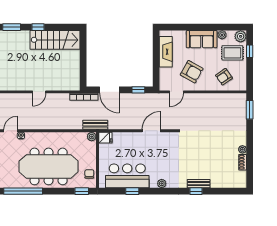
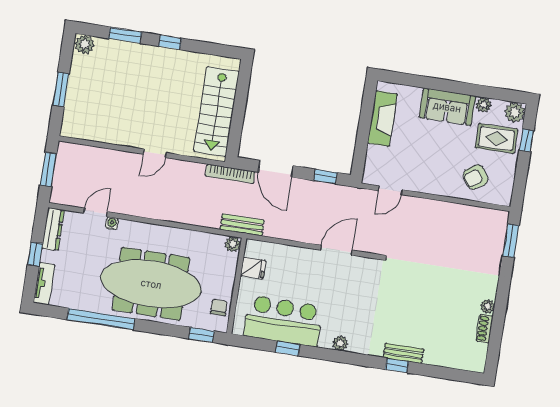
stairs: (55, 40) -> (217, 112), moved, turned 90
armchair: (192, 72) -> (422, 160), removed
fridge: (105, 138) -> (253, 268), moved

